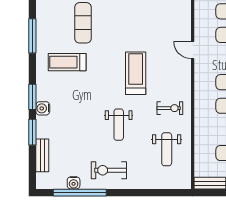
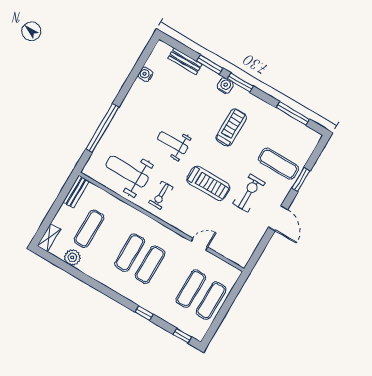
treadmill: (67, 62) -> (231, 127), moved
weight bench: (167, 149) -> (127, 172), width x1.36, depth x1.33
exercise bike: (109, 170) -> (249, 193), moved
window: (80, 193) -> (102, 128), moved

